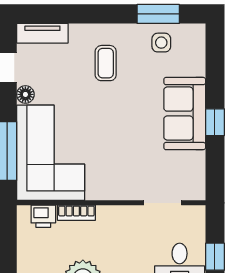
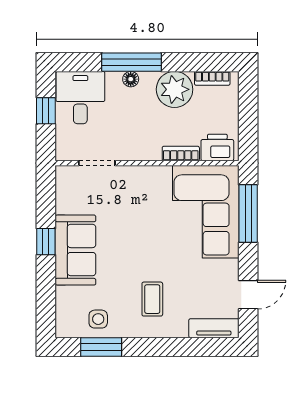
floor lamp: (25, 94) -> (230, 269), removed
printer: (43, 216) -> (217, 147), width x1.36, depth x1.24

